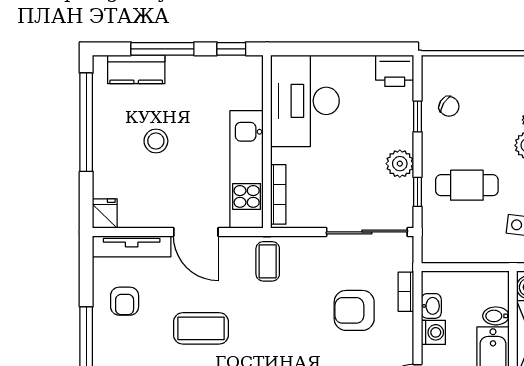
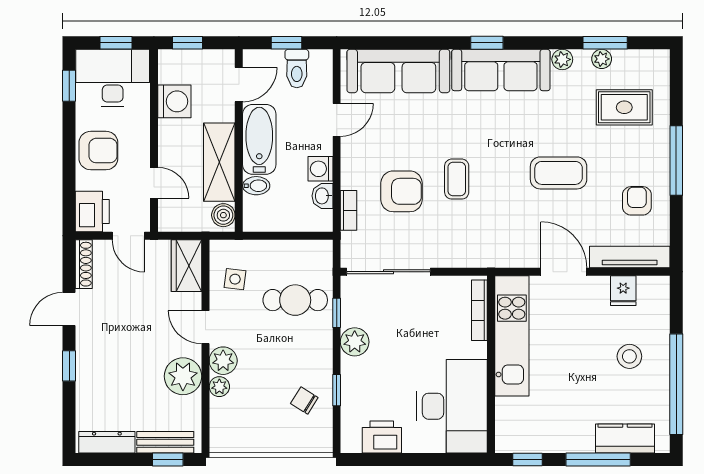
printer: (395, 71) -> (382, 437), moved
stool: (156, 141) -> (629, 356), moved
cafe table: (467, 185) -> (295, 300), moved
fridge: (105, 214) -> (623, 291), moved
coffee table: (268, 261) -> (457, 179), moved

